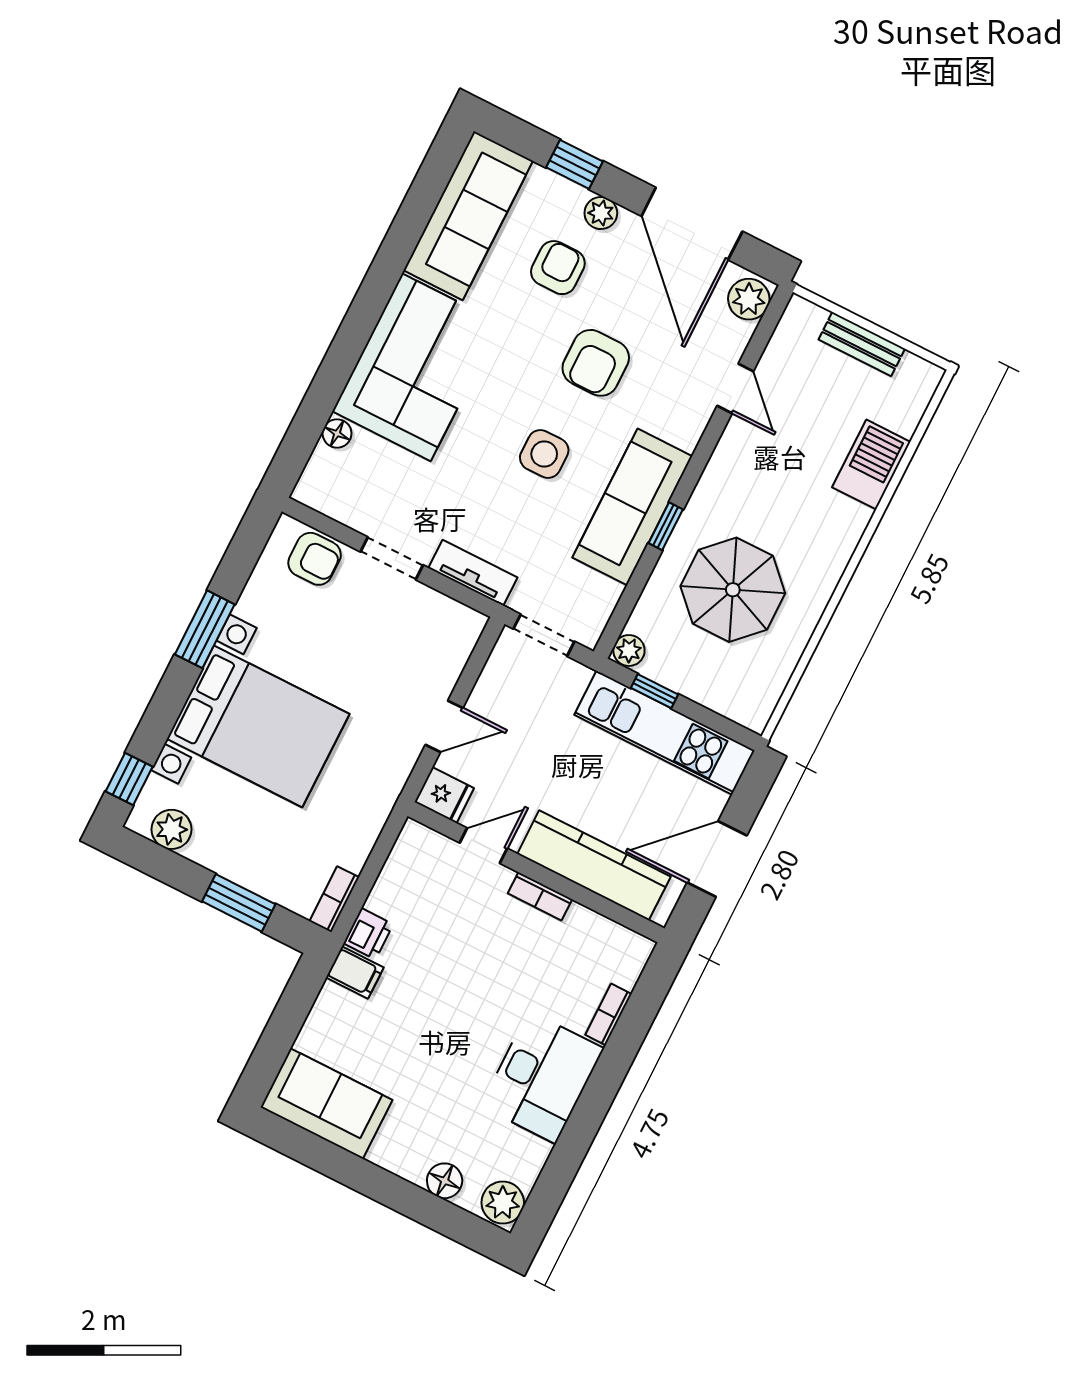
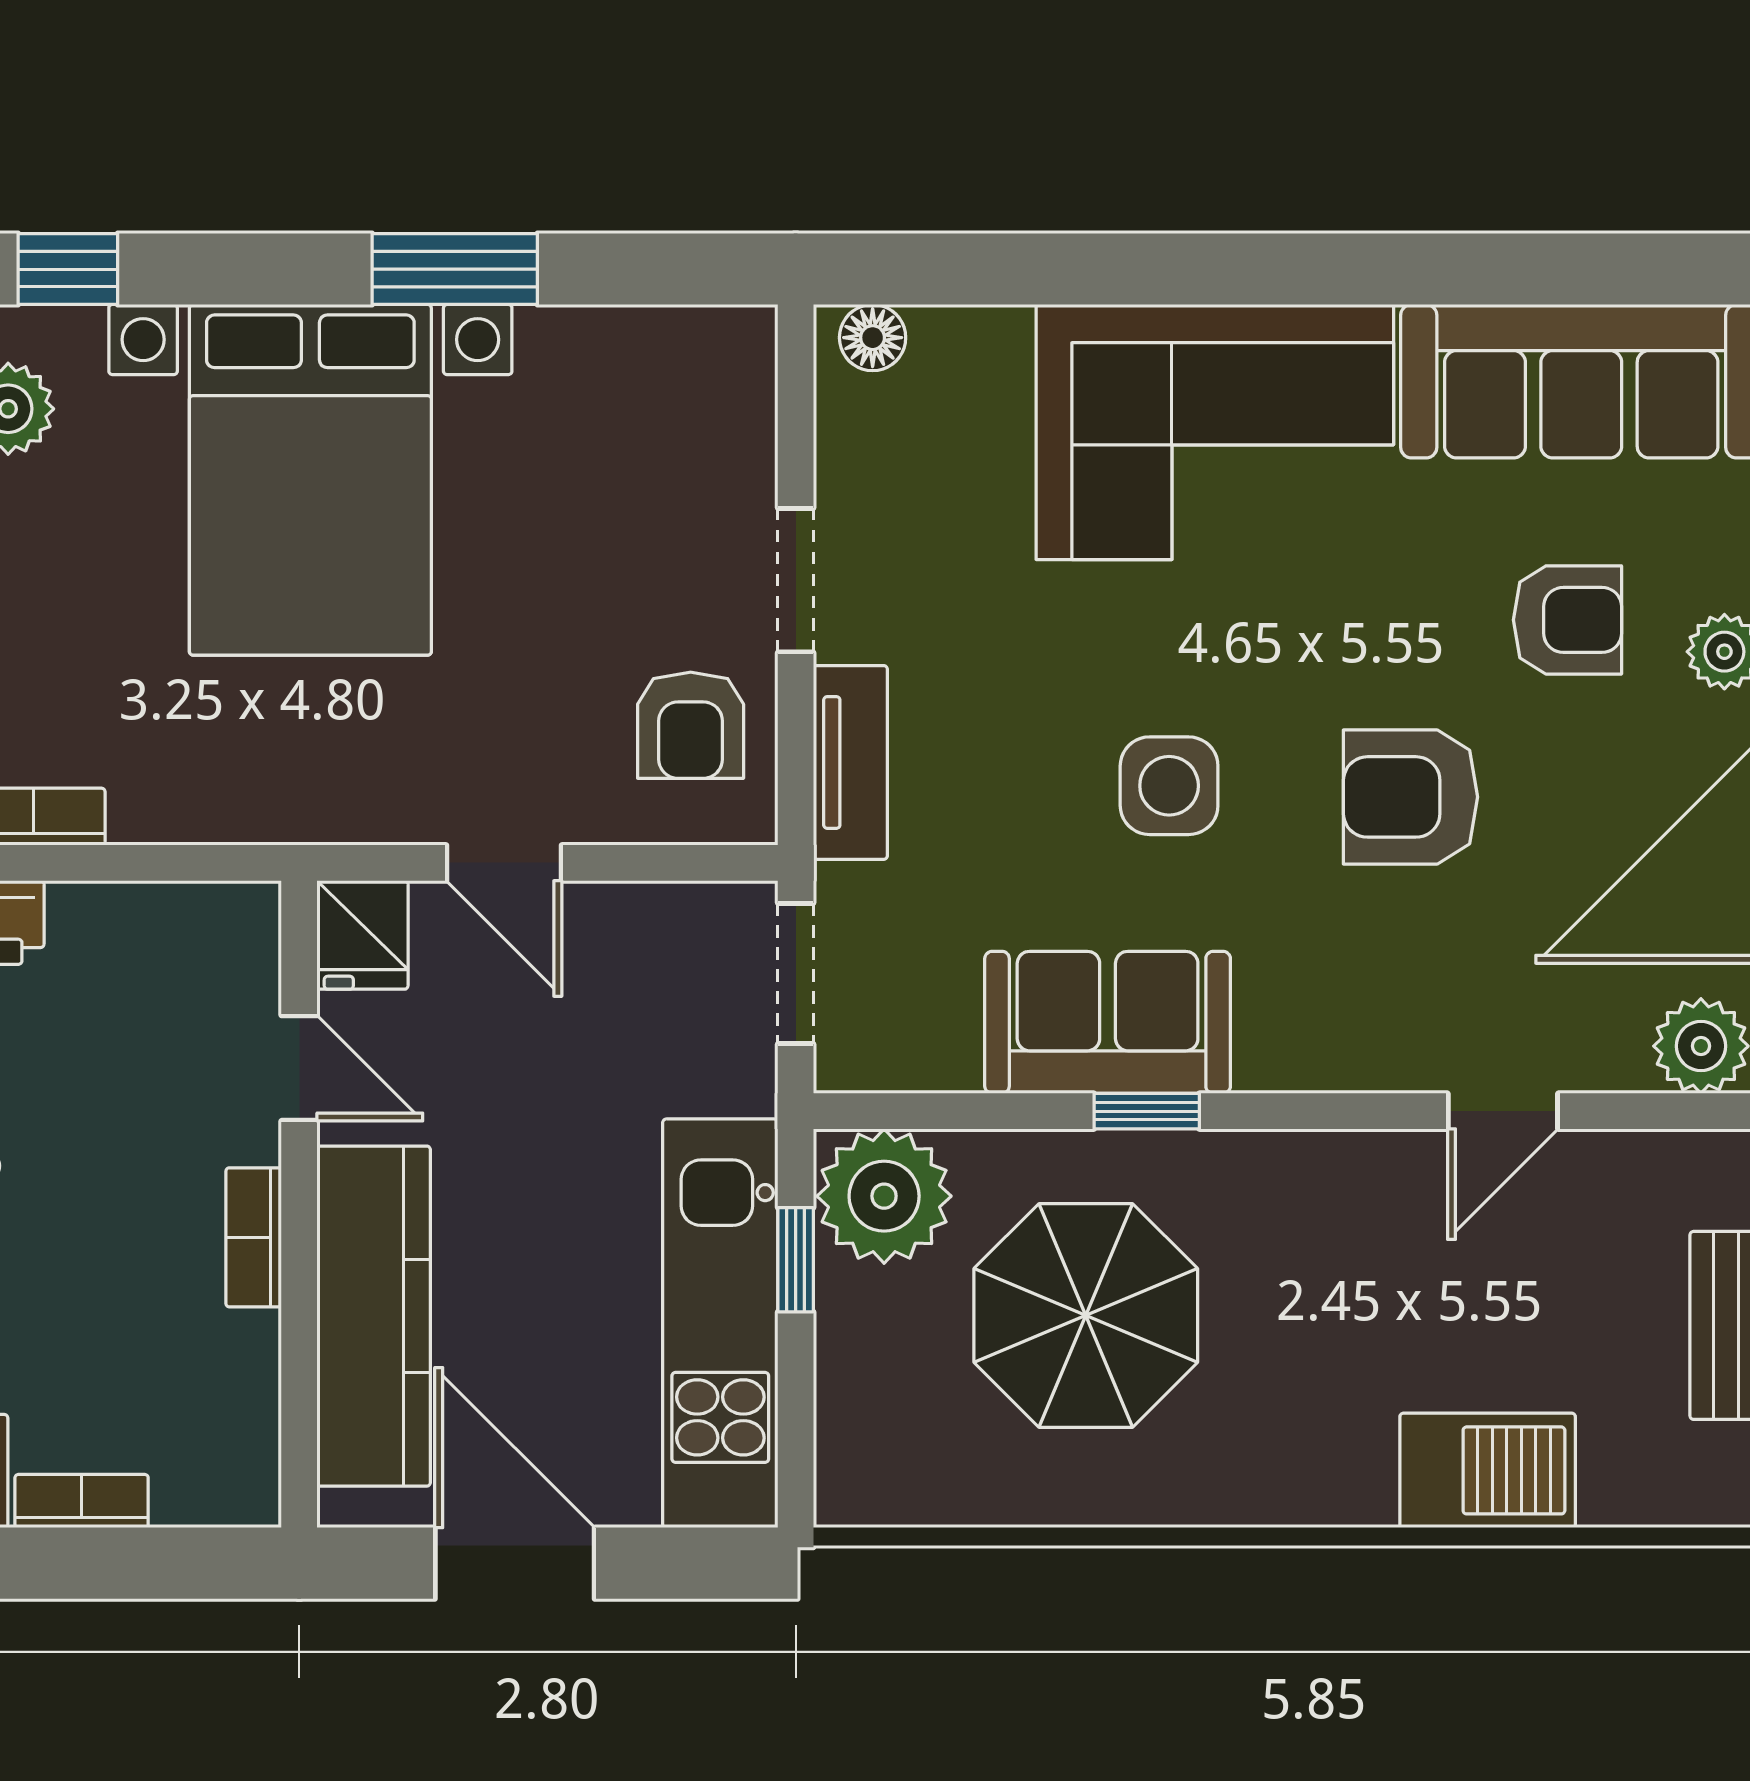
floor lamp: (337, 433) -> (873, 338), moved
sofa: (632, 507) -> (1108, 1022), width x0.73
armchair: (315, 559) -> (691, 725), moved
plant: (629, 650) -> (884, 1196), width x1.88, depth x1.88

